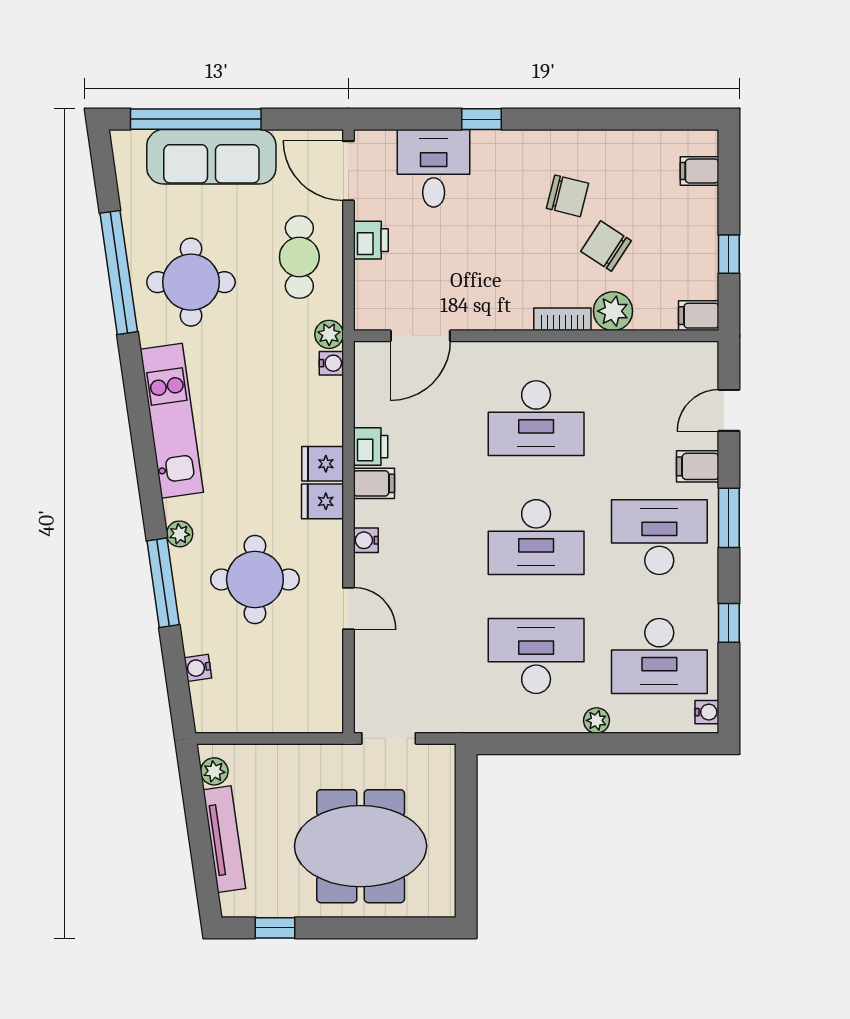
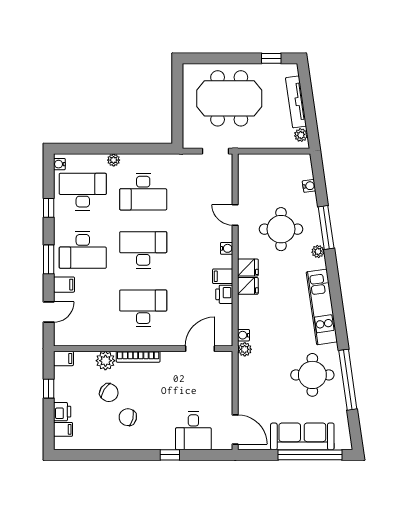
printer: (371, 240) -> (62, 412), moved, turned 180
cafe table: (299, 257) -> (259, 387), removed
bookcase: (562, 319) -> (138, 357), width x1.56

